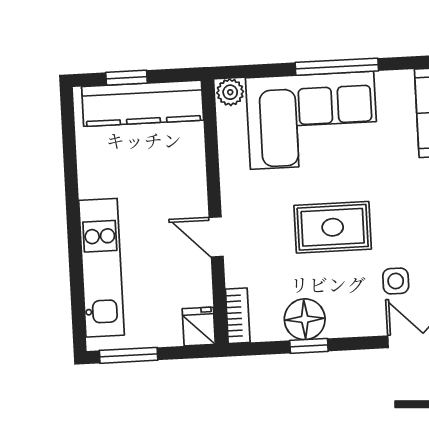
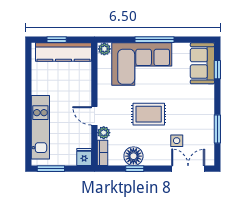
plant: (238, 272) -> (104, 133), added

